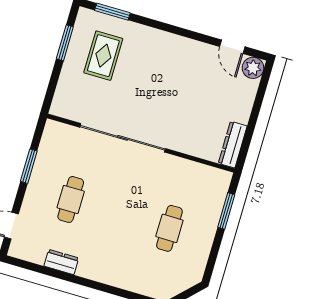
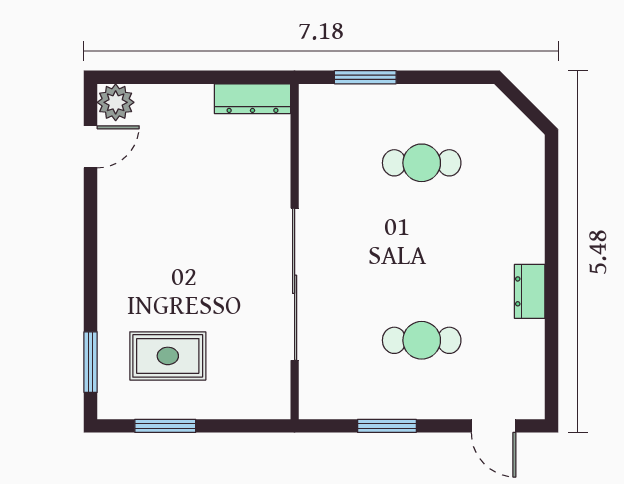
dresser: (61, 262) -> (530, 291), moved

